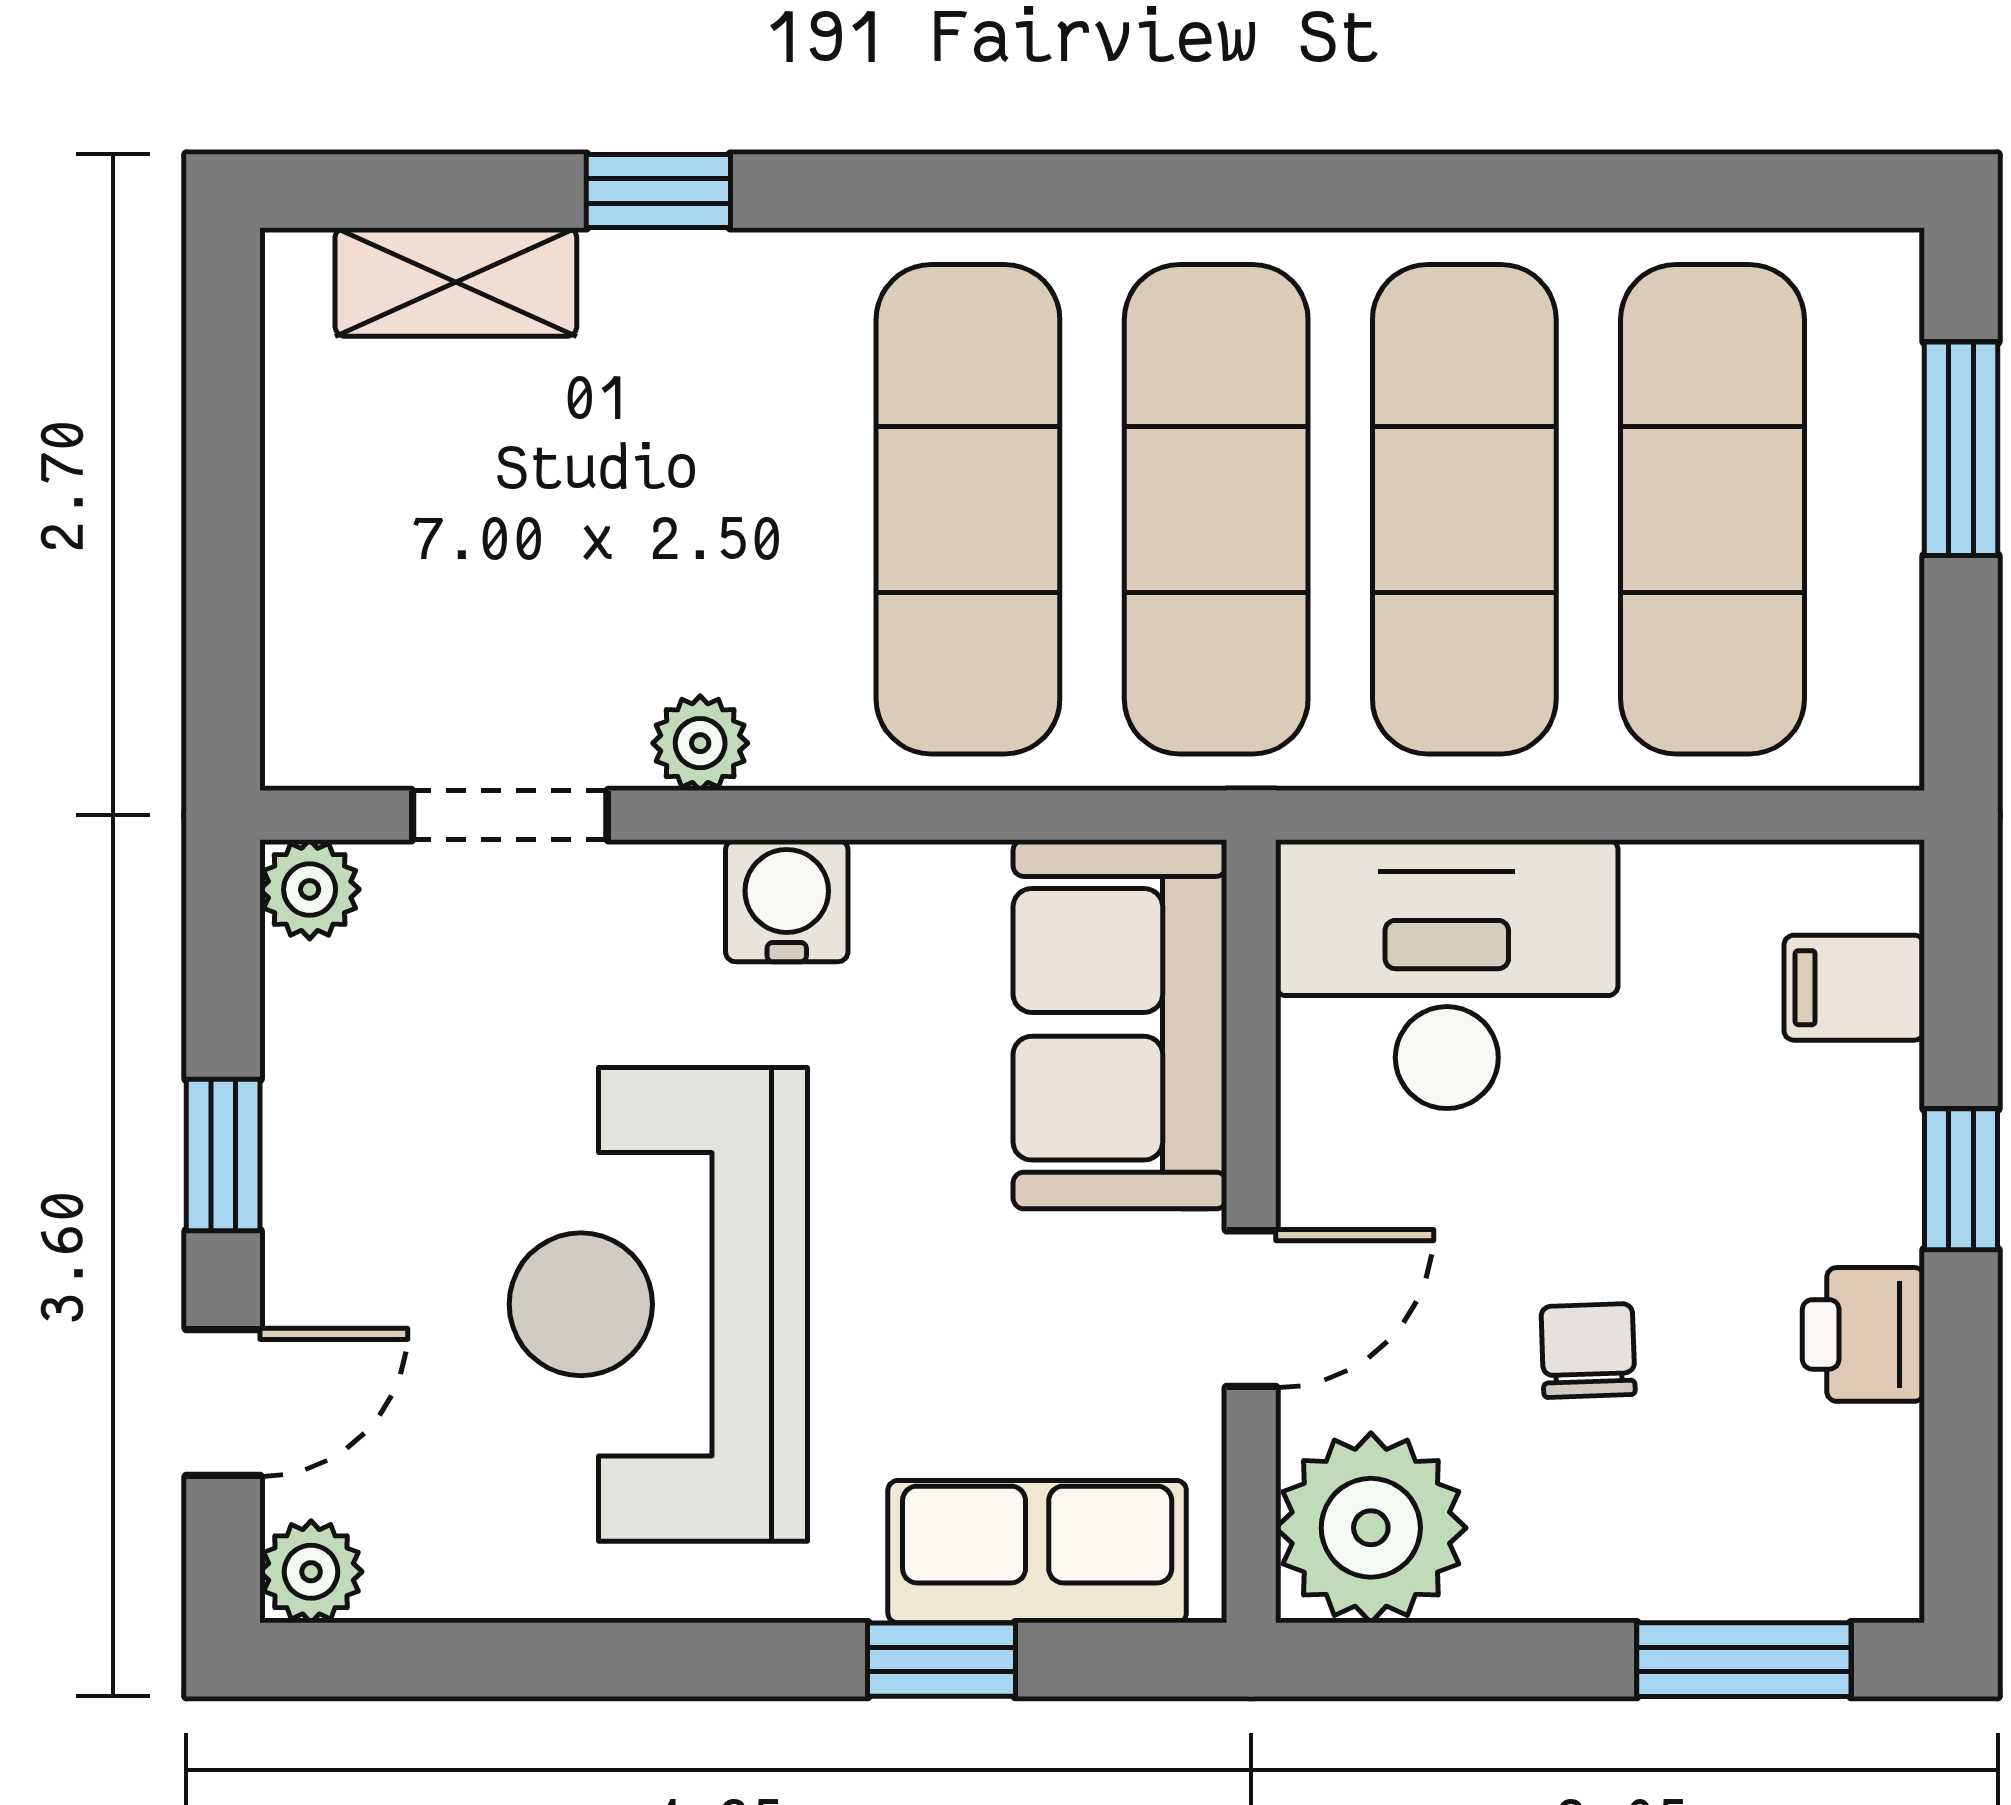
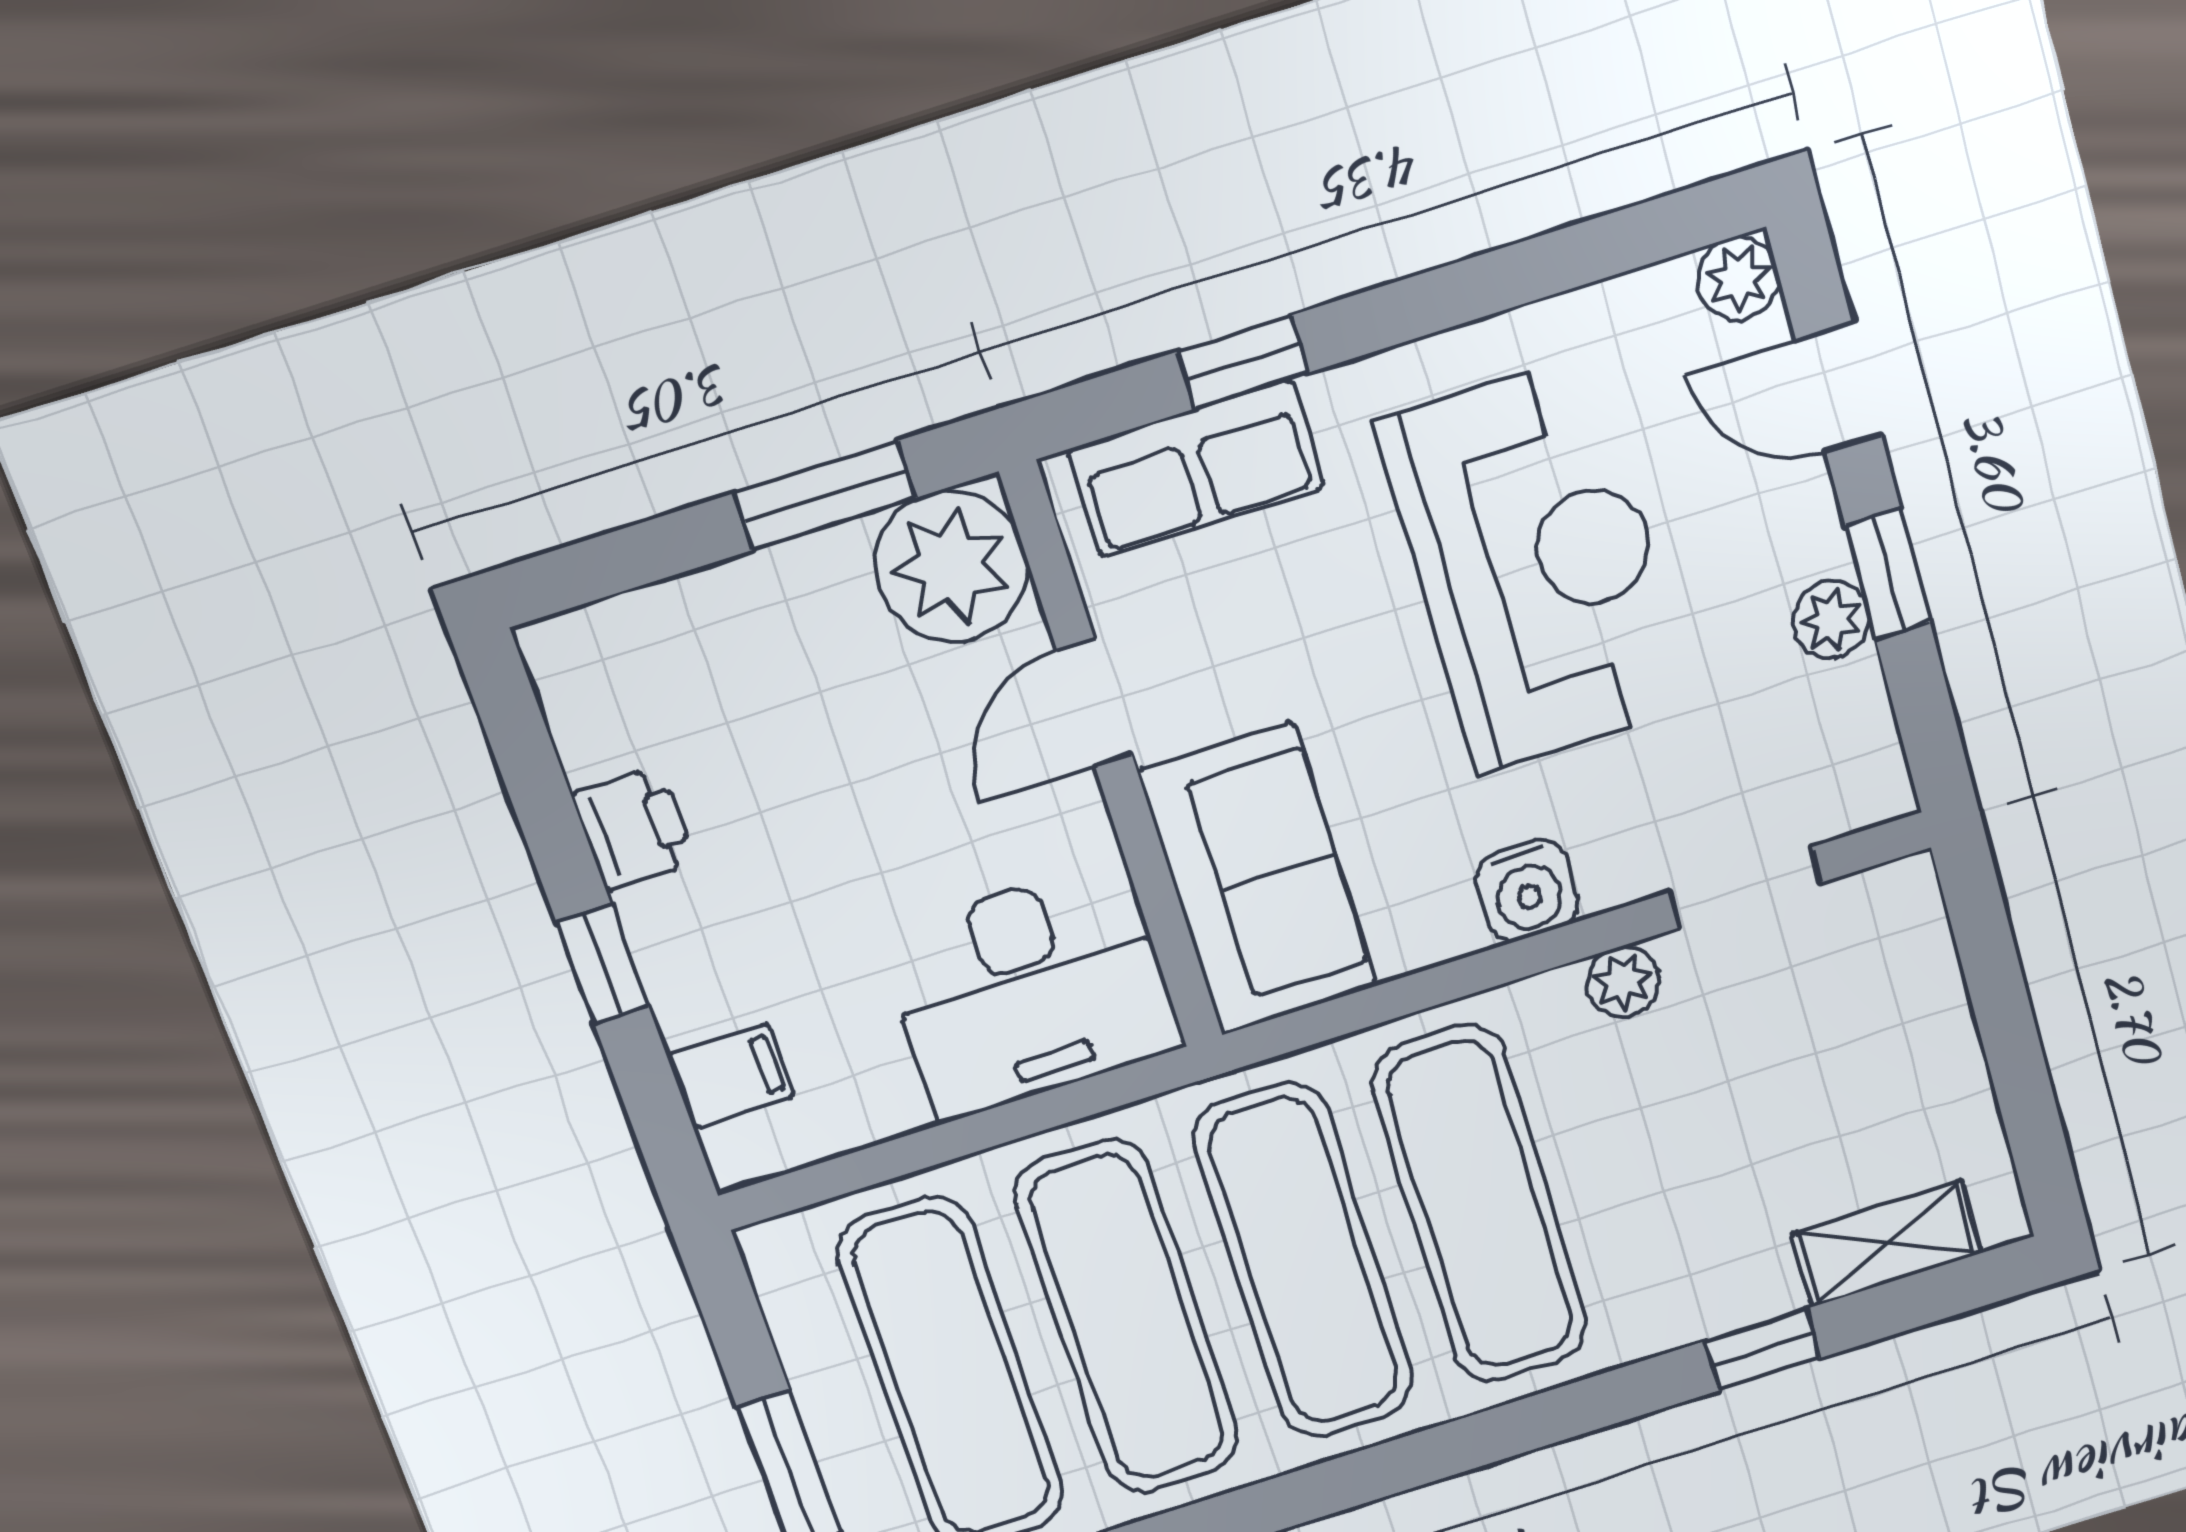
plant: (310, 889) -> (1831, 620), moved
chair: (1588, 1351) -> (834, 751), removed
door: (223, 1403) -> (1839, 388), hinge flipped
window: (1744, 1660) -> (825, 496), moved

